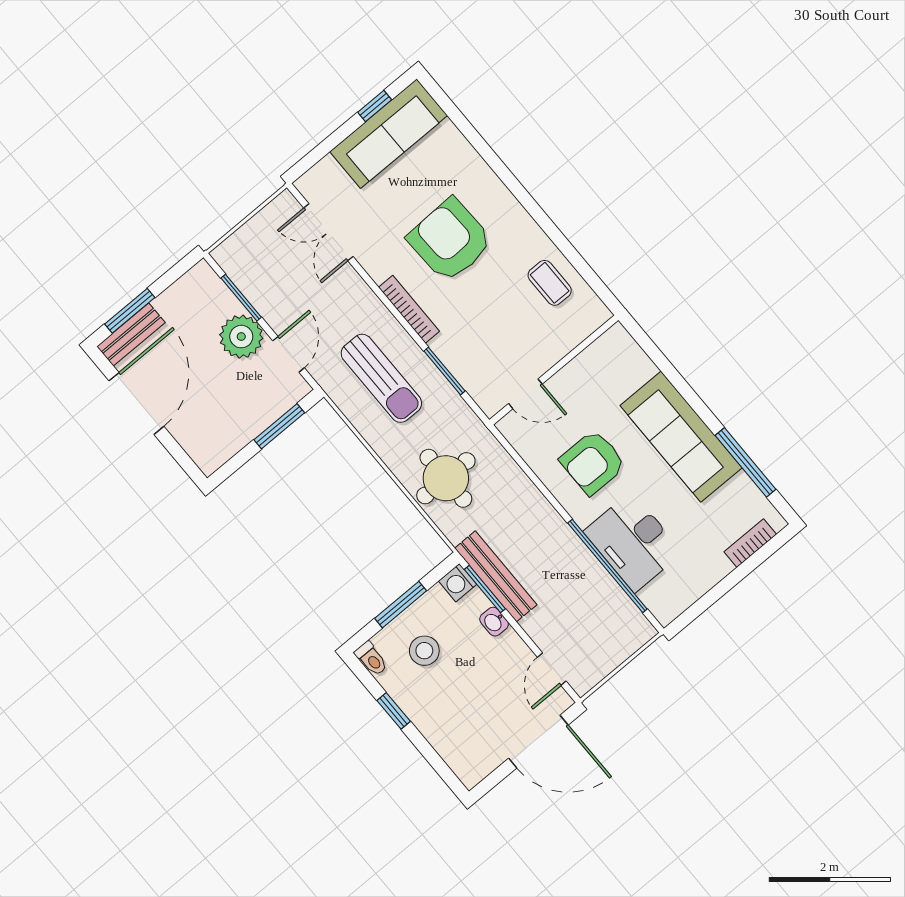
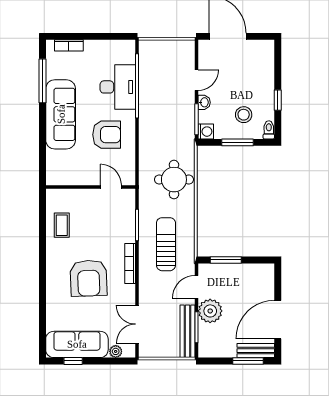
plant: (326, 169) -> (116, 351), added
double door: (328, 232) -> (137, 324), swing flipped
bench: (496, 576) -> (187, 331), moved
door: (552, 669) -> (197, 80), moved

